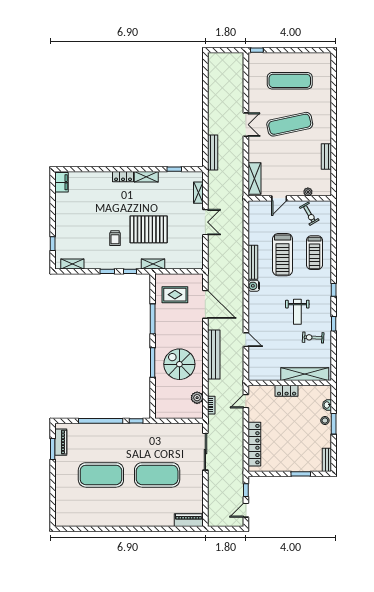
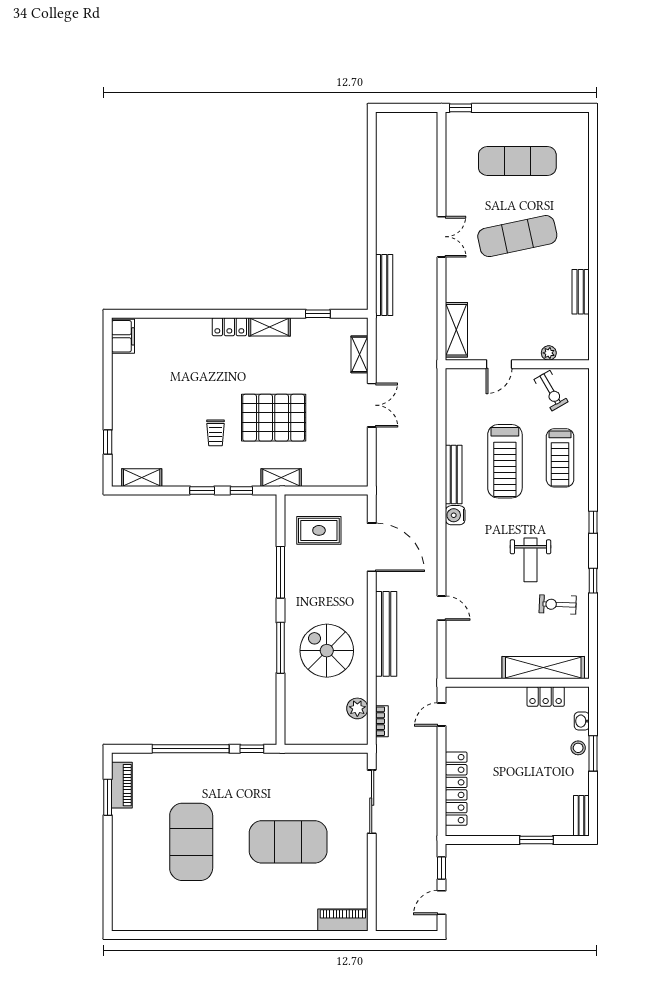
locker: (287, 391) -> (546, 696), moved
exercise mat: (101, 475) -> (191, 842), turned 90

